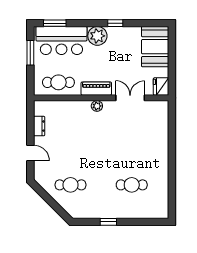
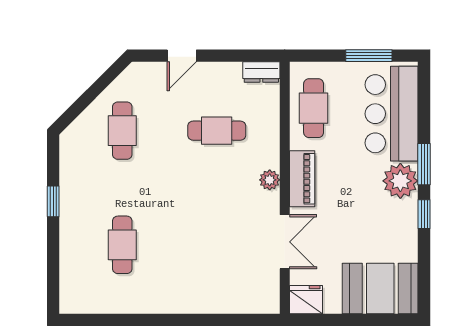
window: (55, 23) -> (424, 164), moved
dresser: (39, 126) -> (261, 72), moved
cafe table: (71, 134) -> (217, 131), added

